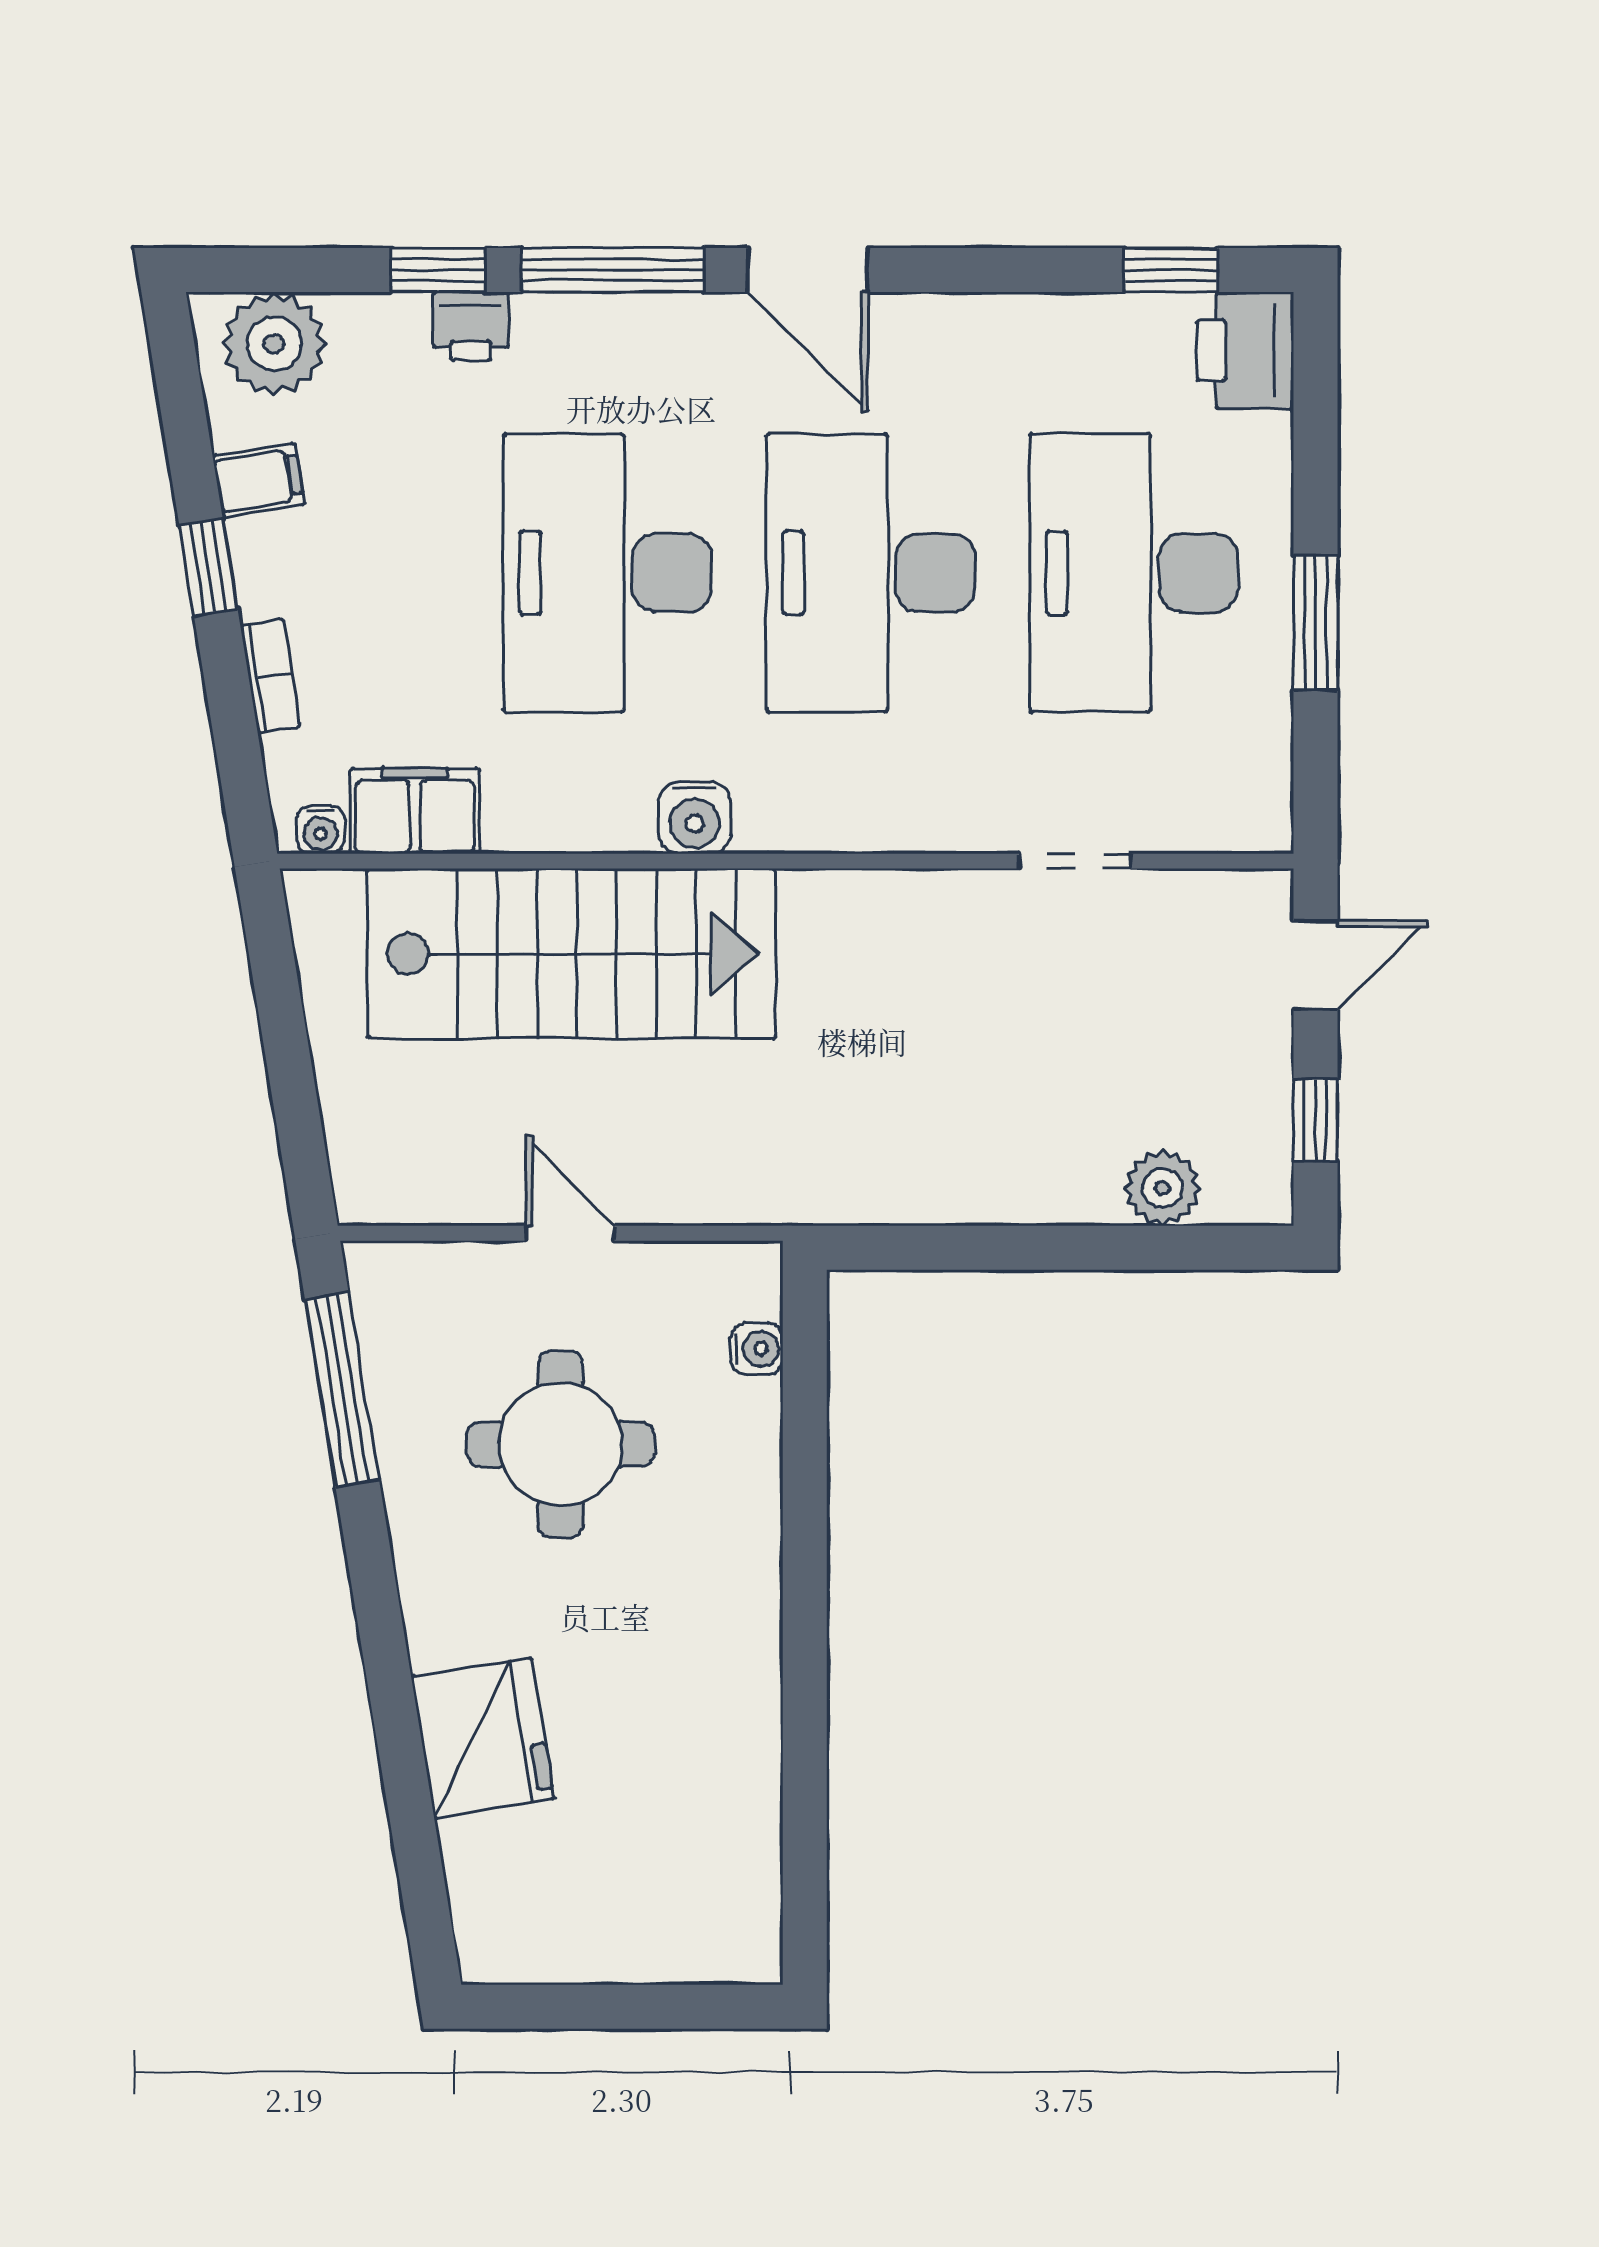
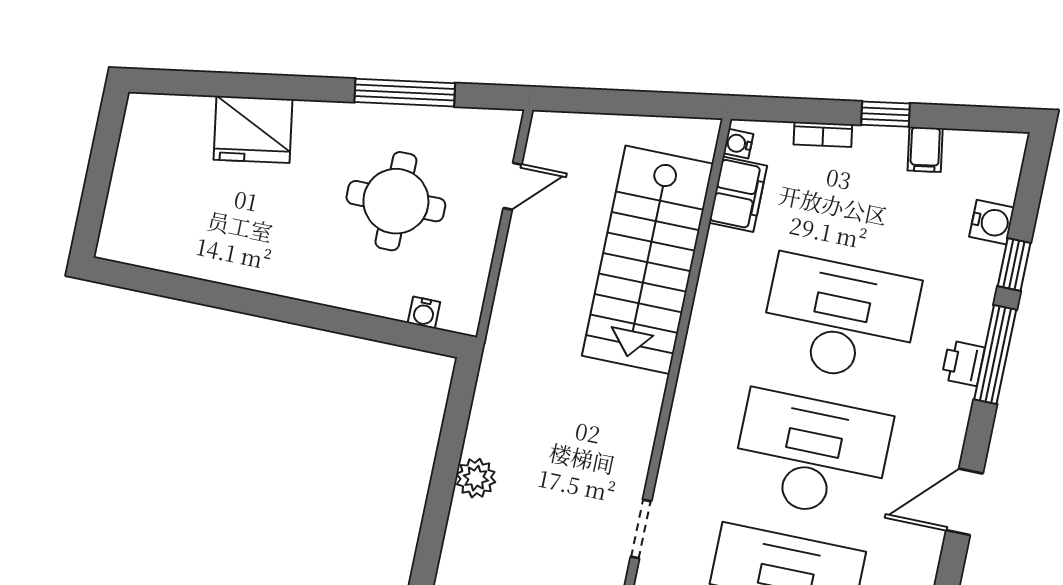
door: (808, 270) -> (964, 502), moved
printer: (471, 326) -> (963, 363), moved
plant: (274, 344) -> (994, 172), removed
water cooler: (695, 818) -> (992, 222), moved, turned 180
plant: (1162, 1188) -> (476, 478), moved
door: (570, 1233) -> (513, 186), moved
window: (342, 1390) -> (405, 93), moved

